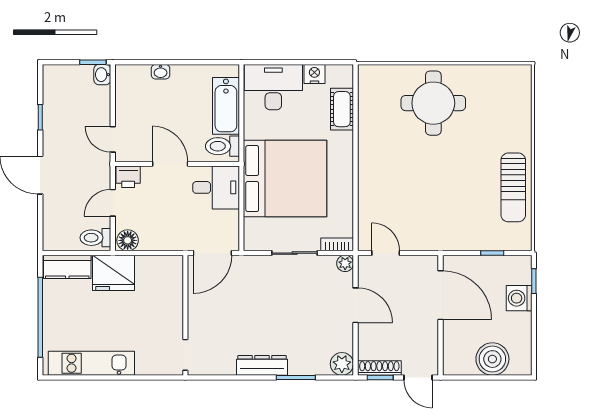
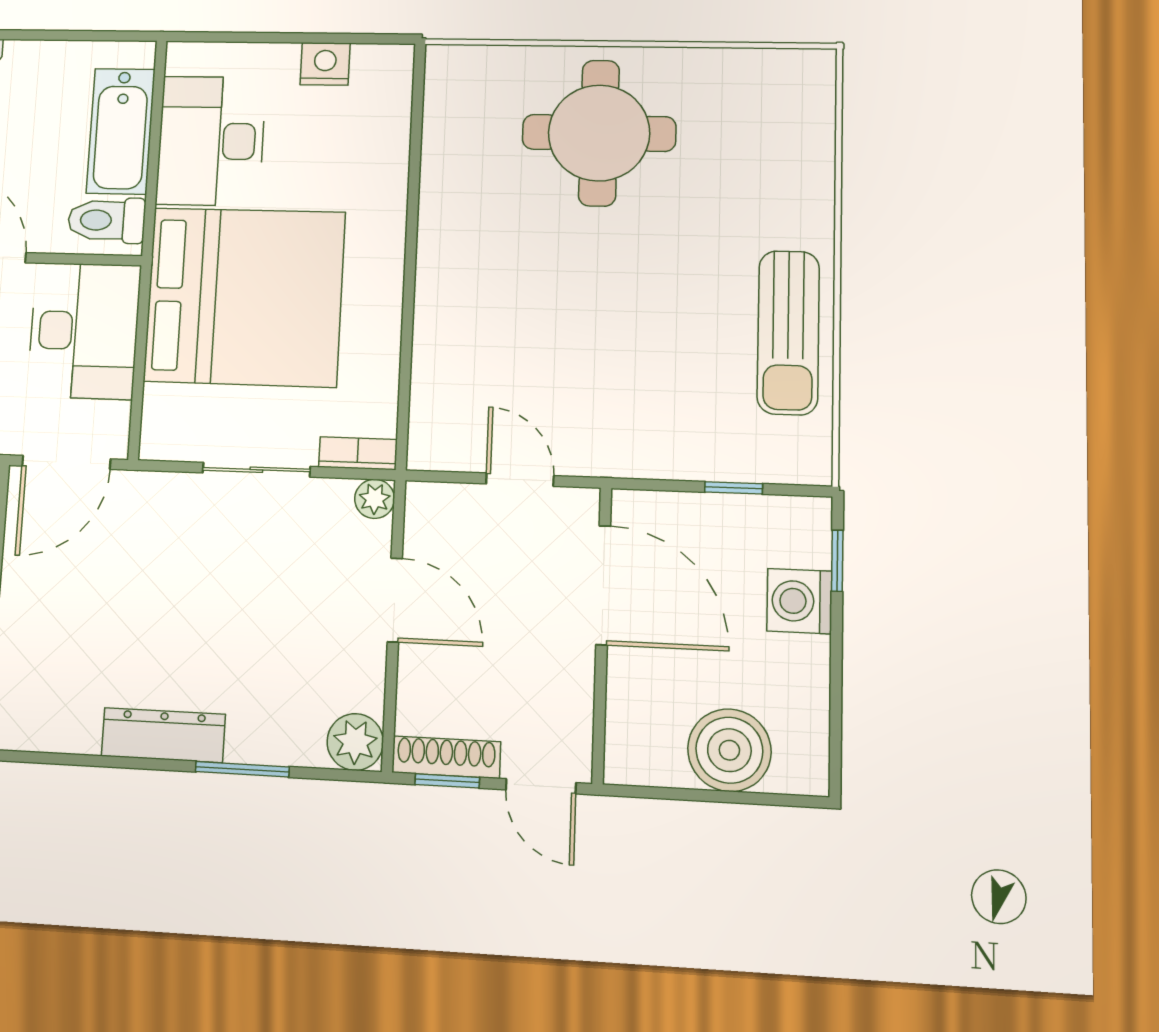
desk: (273, 87) -> (211, 141), moved, turned -90
cot: (342, 109) -> (384, 143), removed
desk: (216, 187) -> (84, 331), width x1.37
door: (386, 253) -> (520, 480), moved

